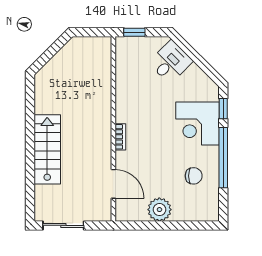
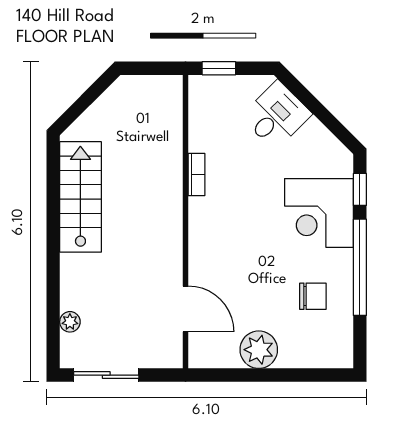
bookcase: (120, 137) -> (197, 174), moved
stairs: (47, 149) -> (80, 197), moved
plant: (41, 192) -> (70, 322), added

